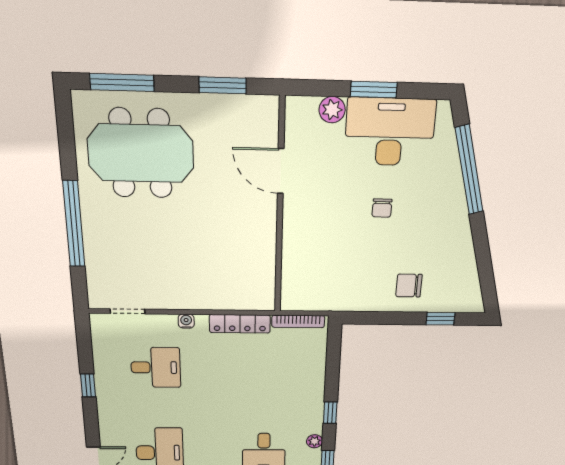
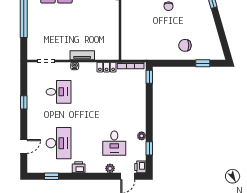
tv unit: (201, 301) -> (82, 55), added
locker: (240, 324) -> (107, 67), width x0.66
window: (330, 413) -> (149, 77), moved

